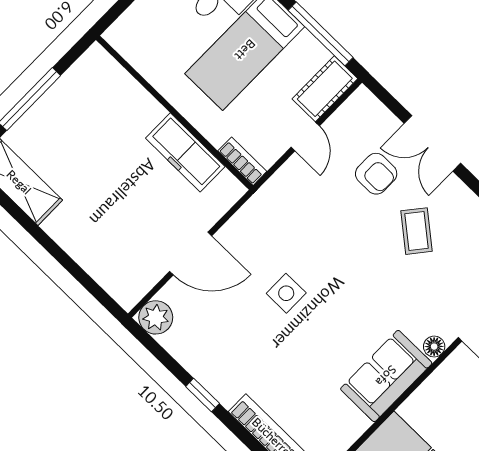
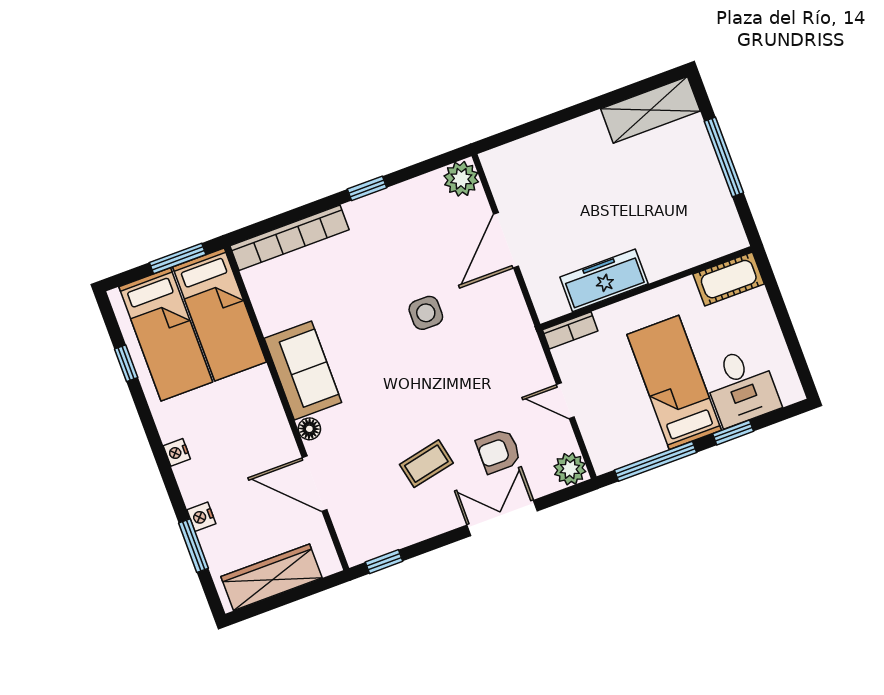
cot: (325, 89) -> (729, 279), moved, turned 90
plant: (362, 105) -> (570, 469), added
coffee table: (416, 231) -> (426, 464), turned -51

